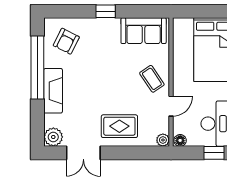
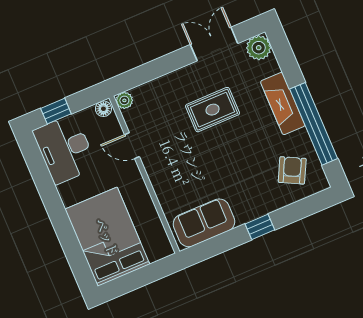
coffee table: (152, 79) -> (169, 169), removed
door: (171, 106) -> (132, 146), hinge flipped
rug: (119, 126) -> (213, 110), moved

